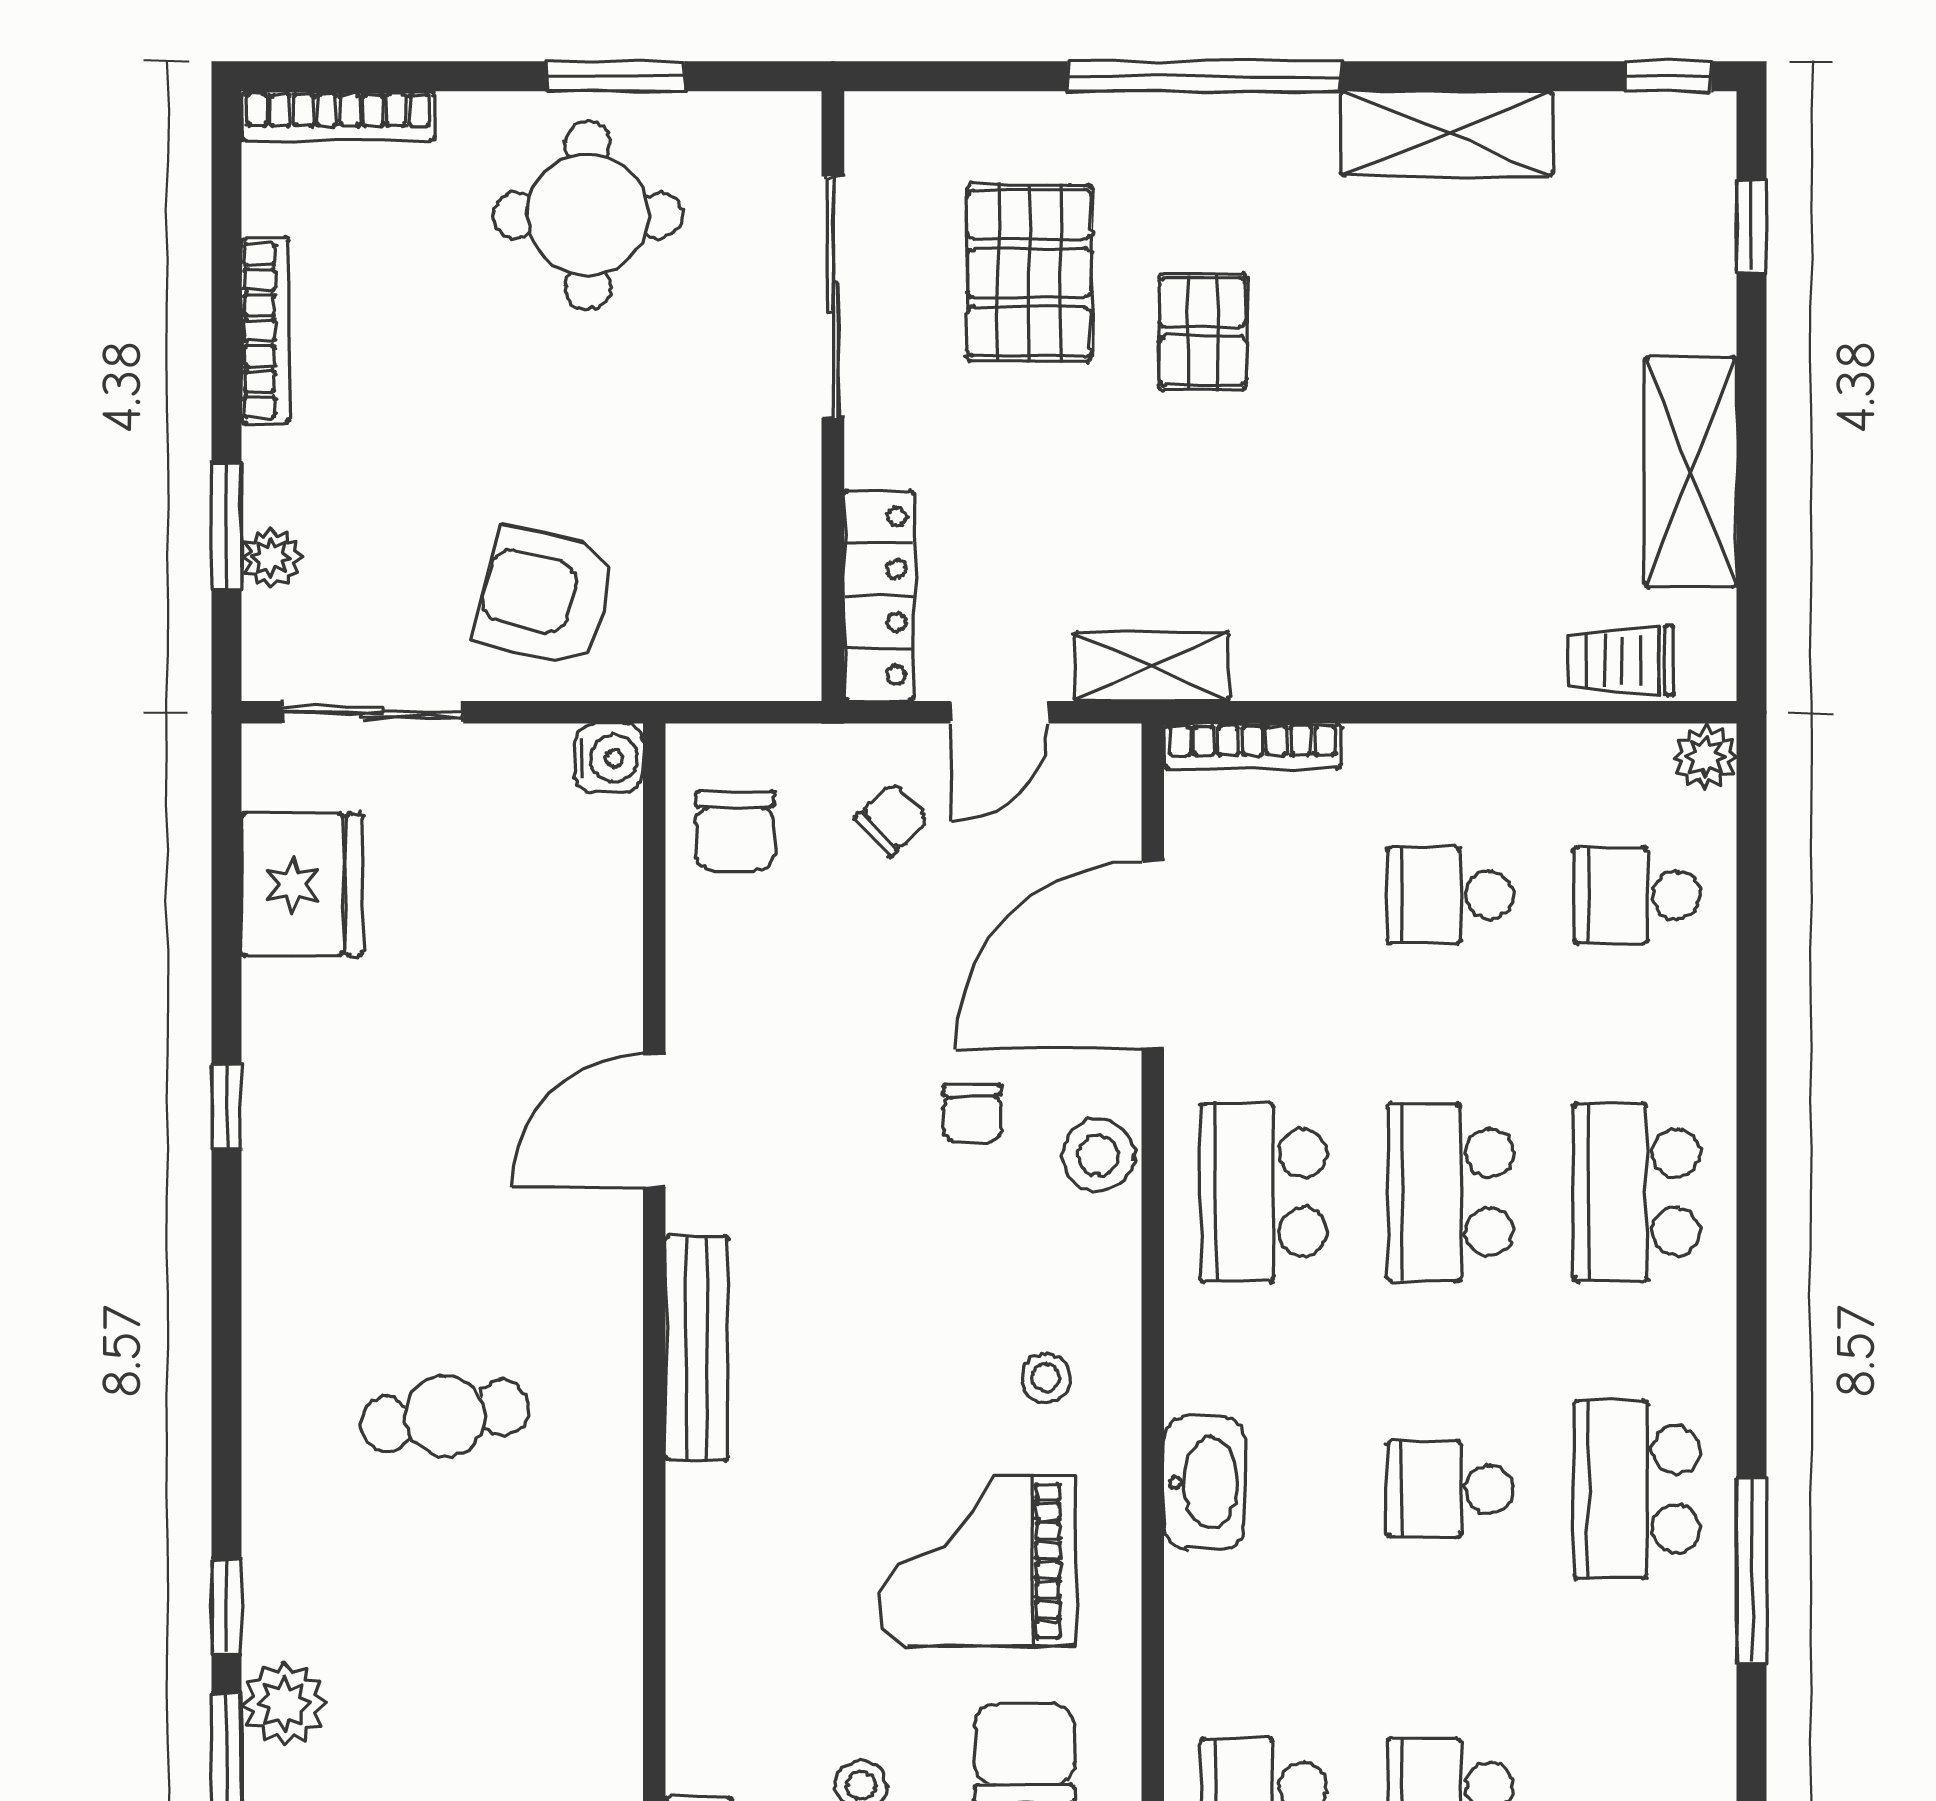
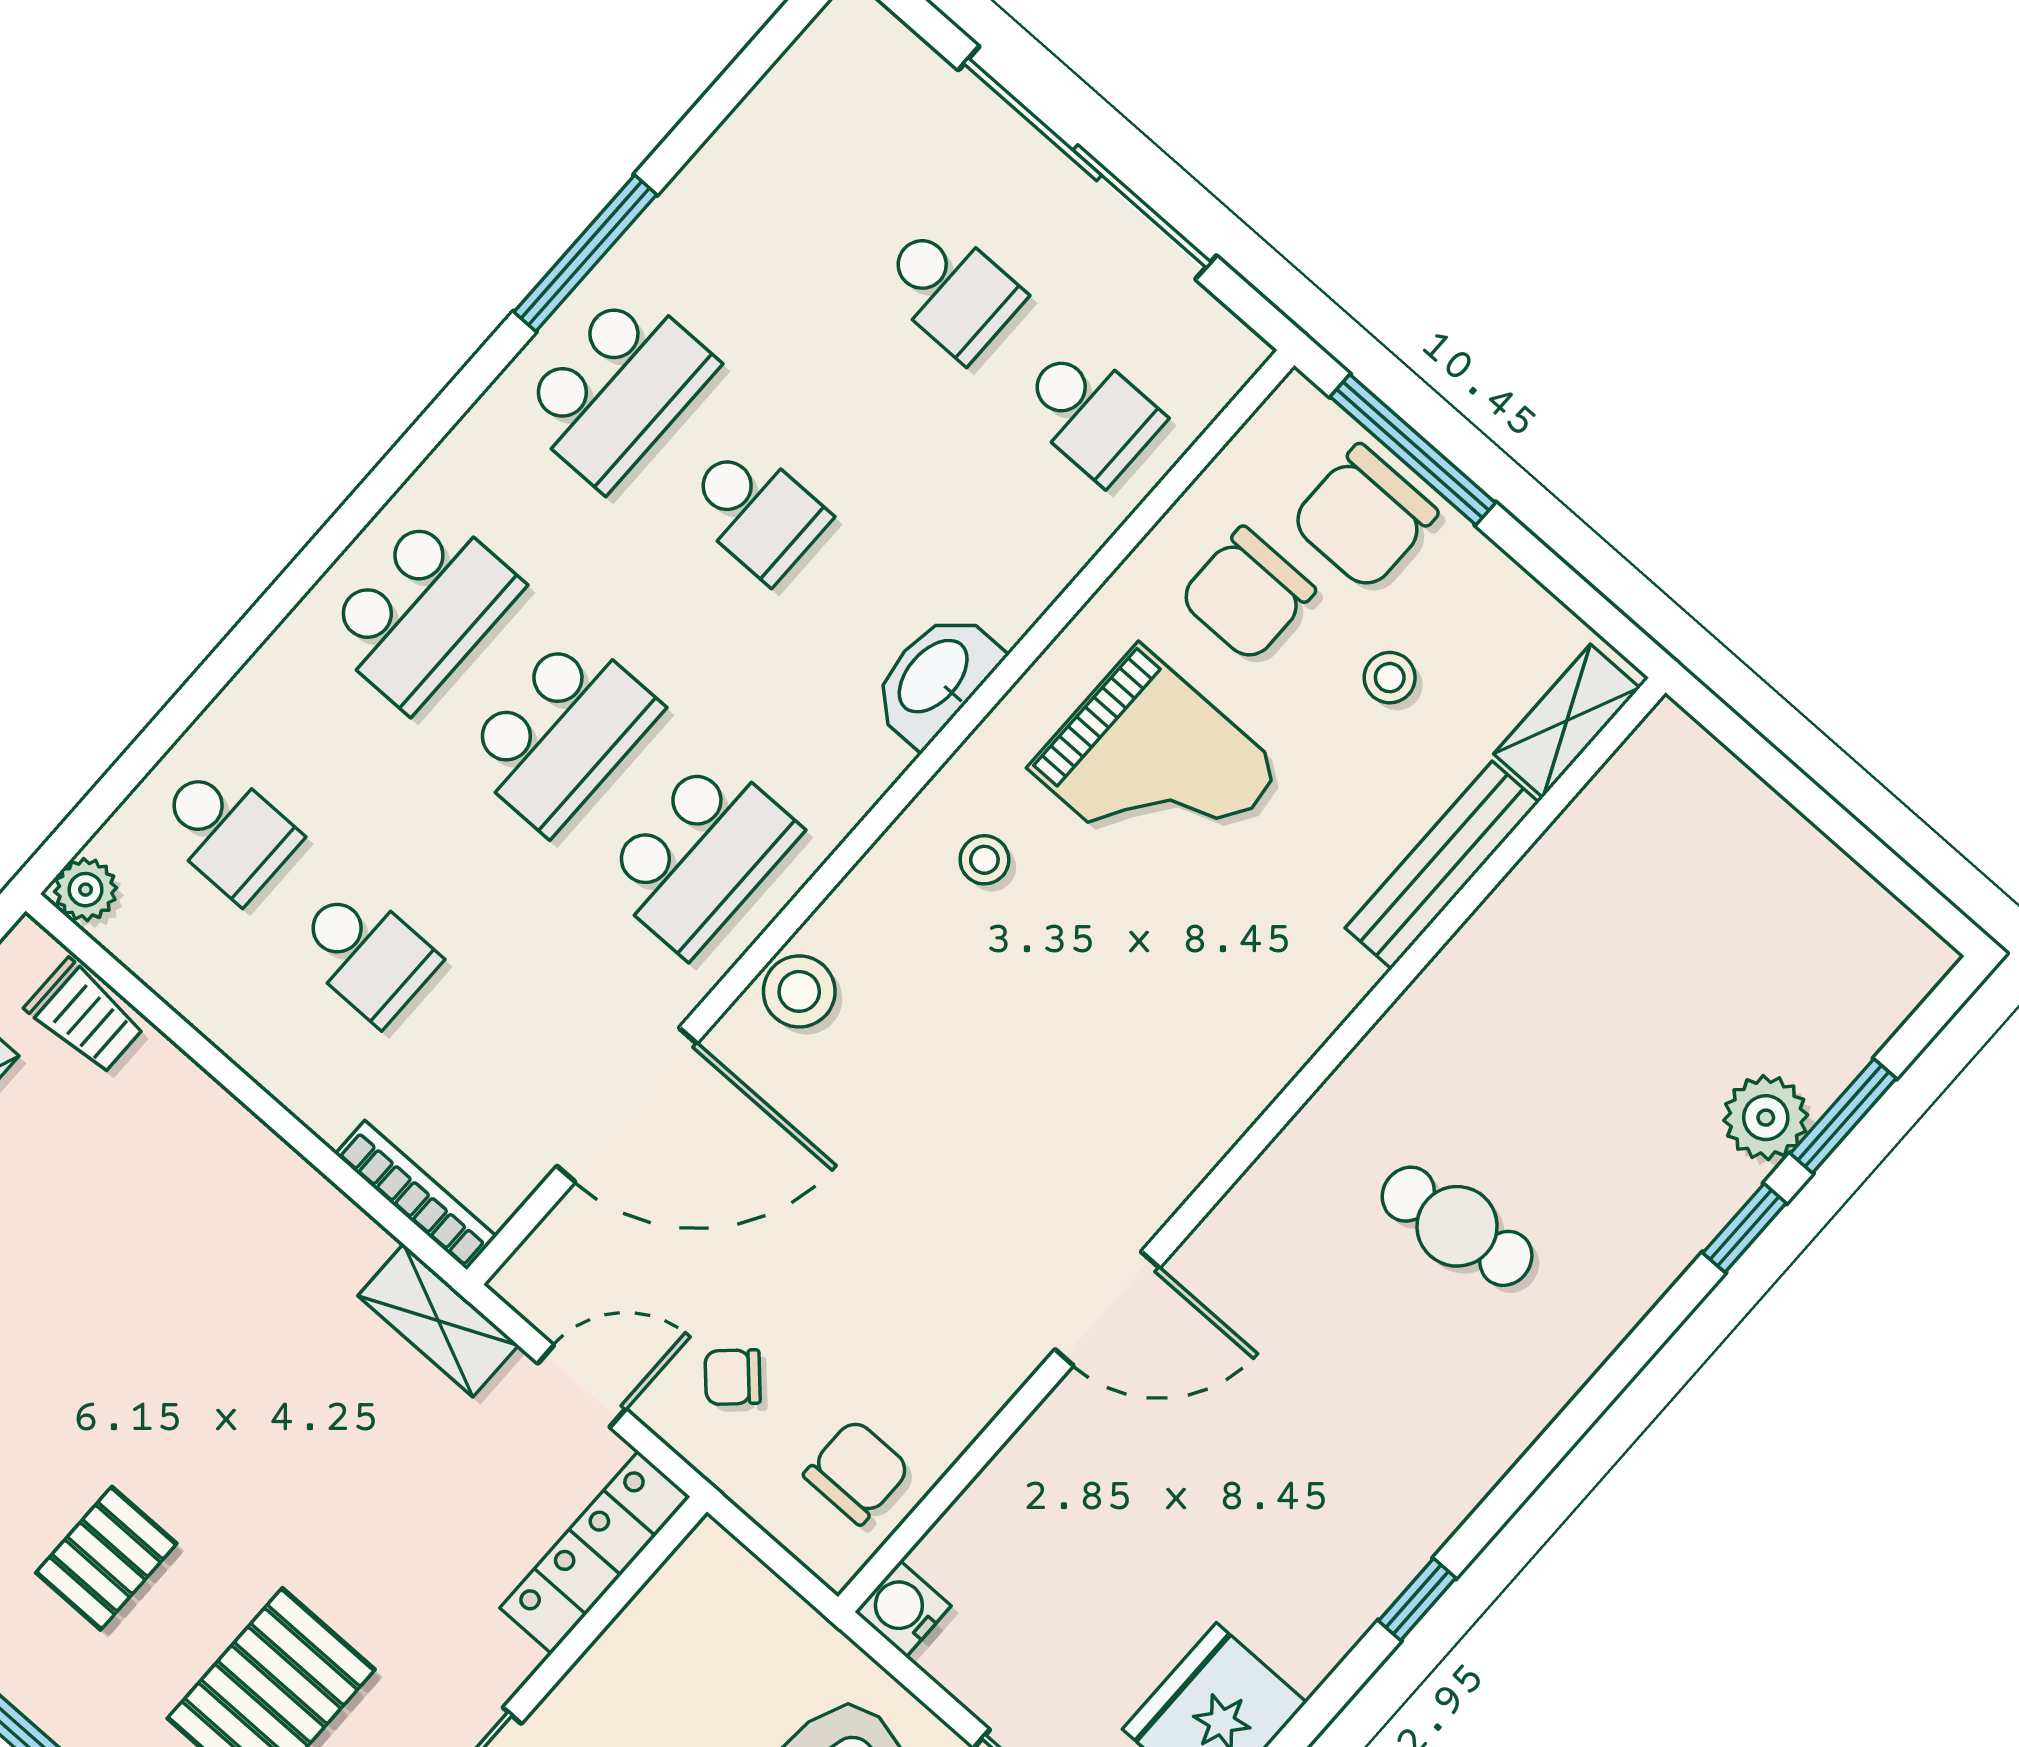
pallet: (1203, 332) -> (106, 1558), moved
chair: (972, 1113) -> (865, 1106), removed
bench: (697, 1348) -> (1442, 865), moved

